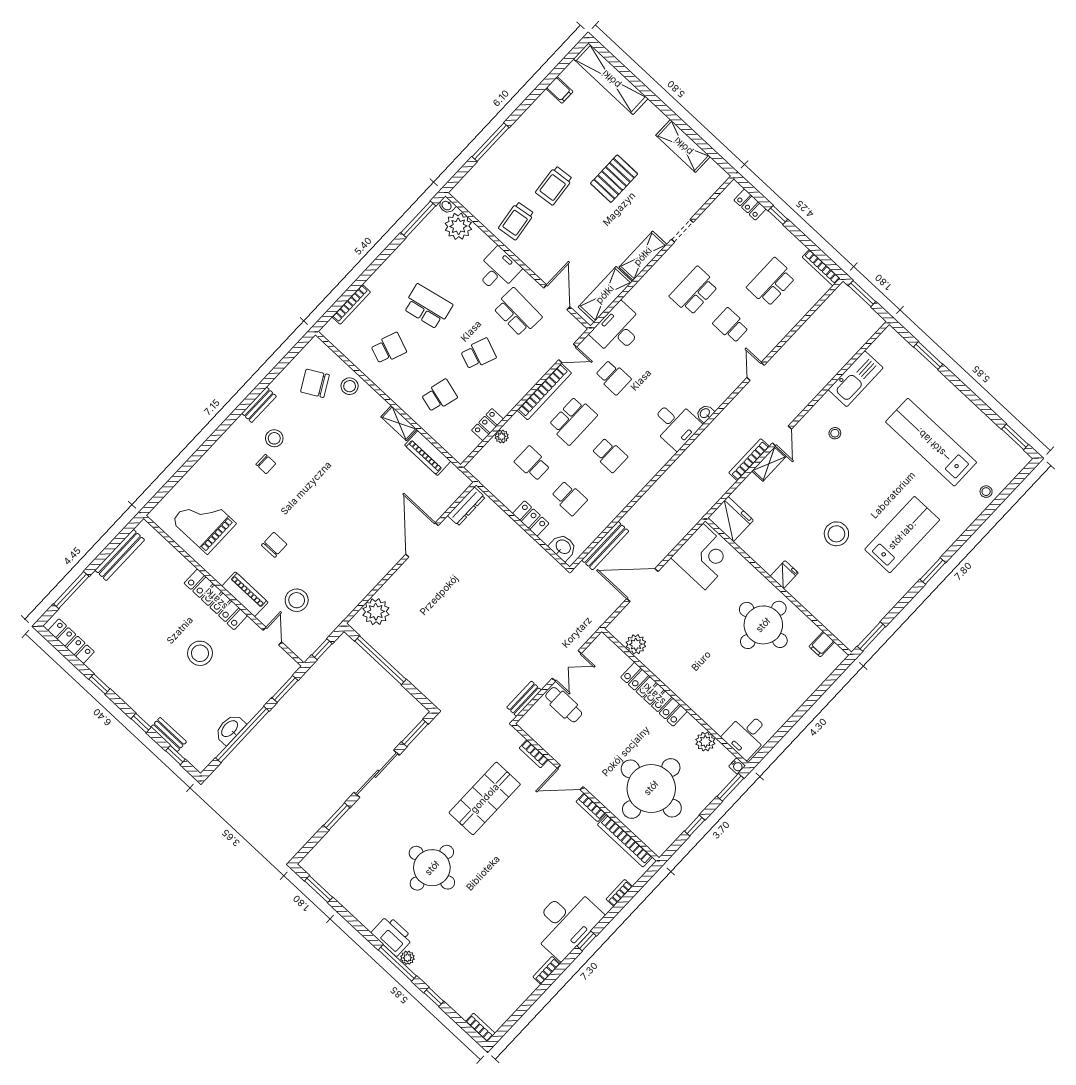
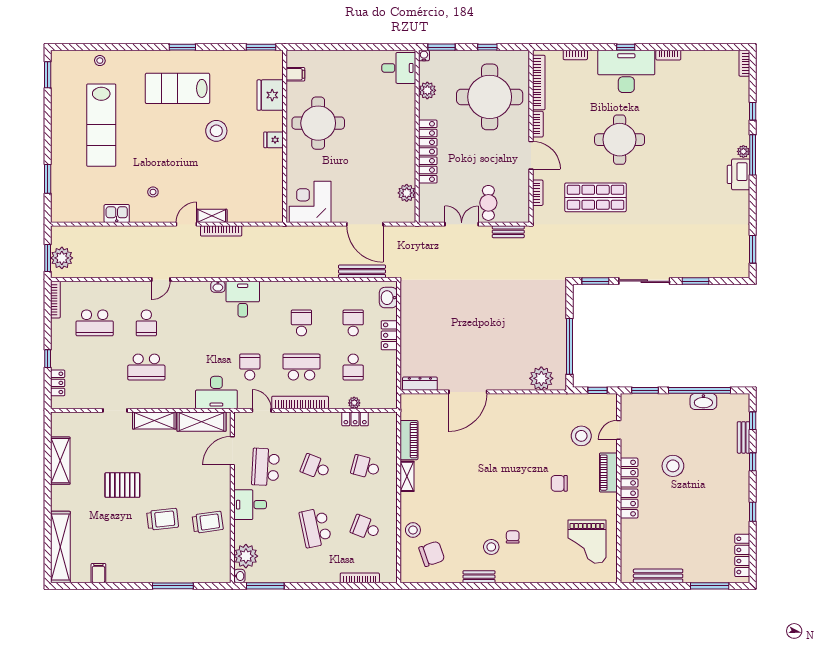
plant: (851, 306) -> (62, 258), added
kitchen sink: (856, 379) -> (117, 214), width x0.53, depth x0.81
chair: (315, 383) -> (432, 554), turned -80
fridge: (731, 519) -> (270, 95), moved
round table: (432, 868) -> (620, 140), moved

